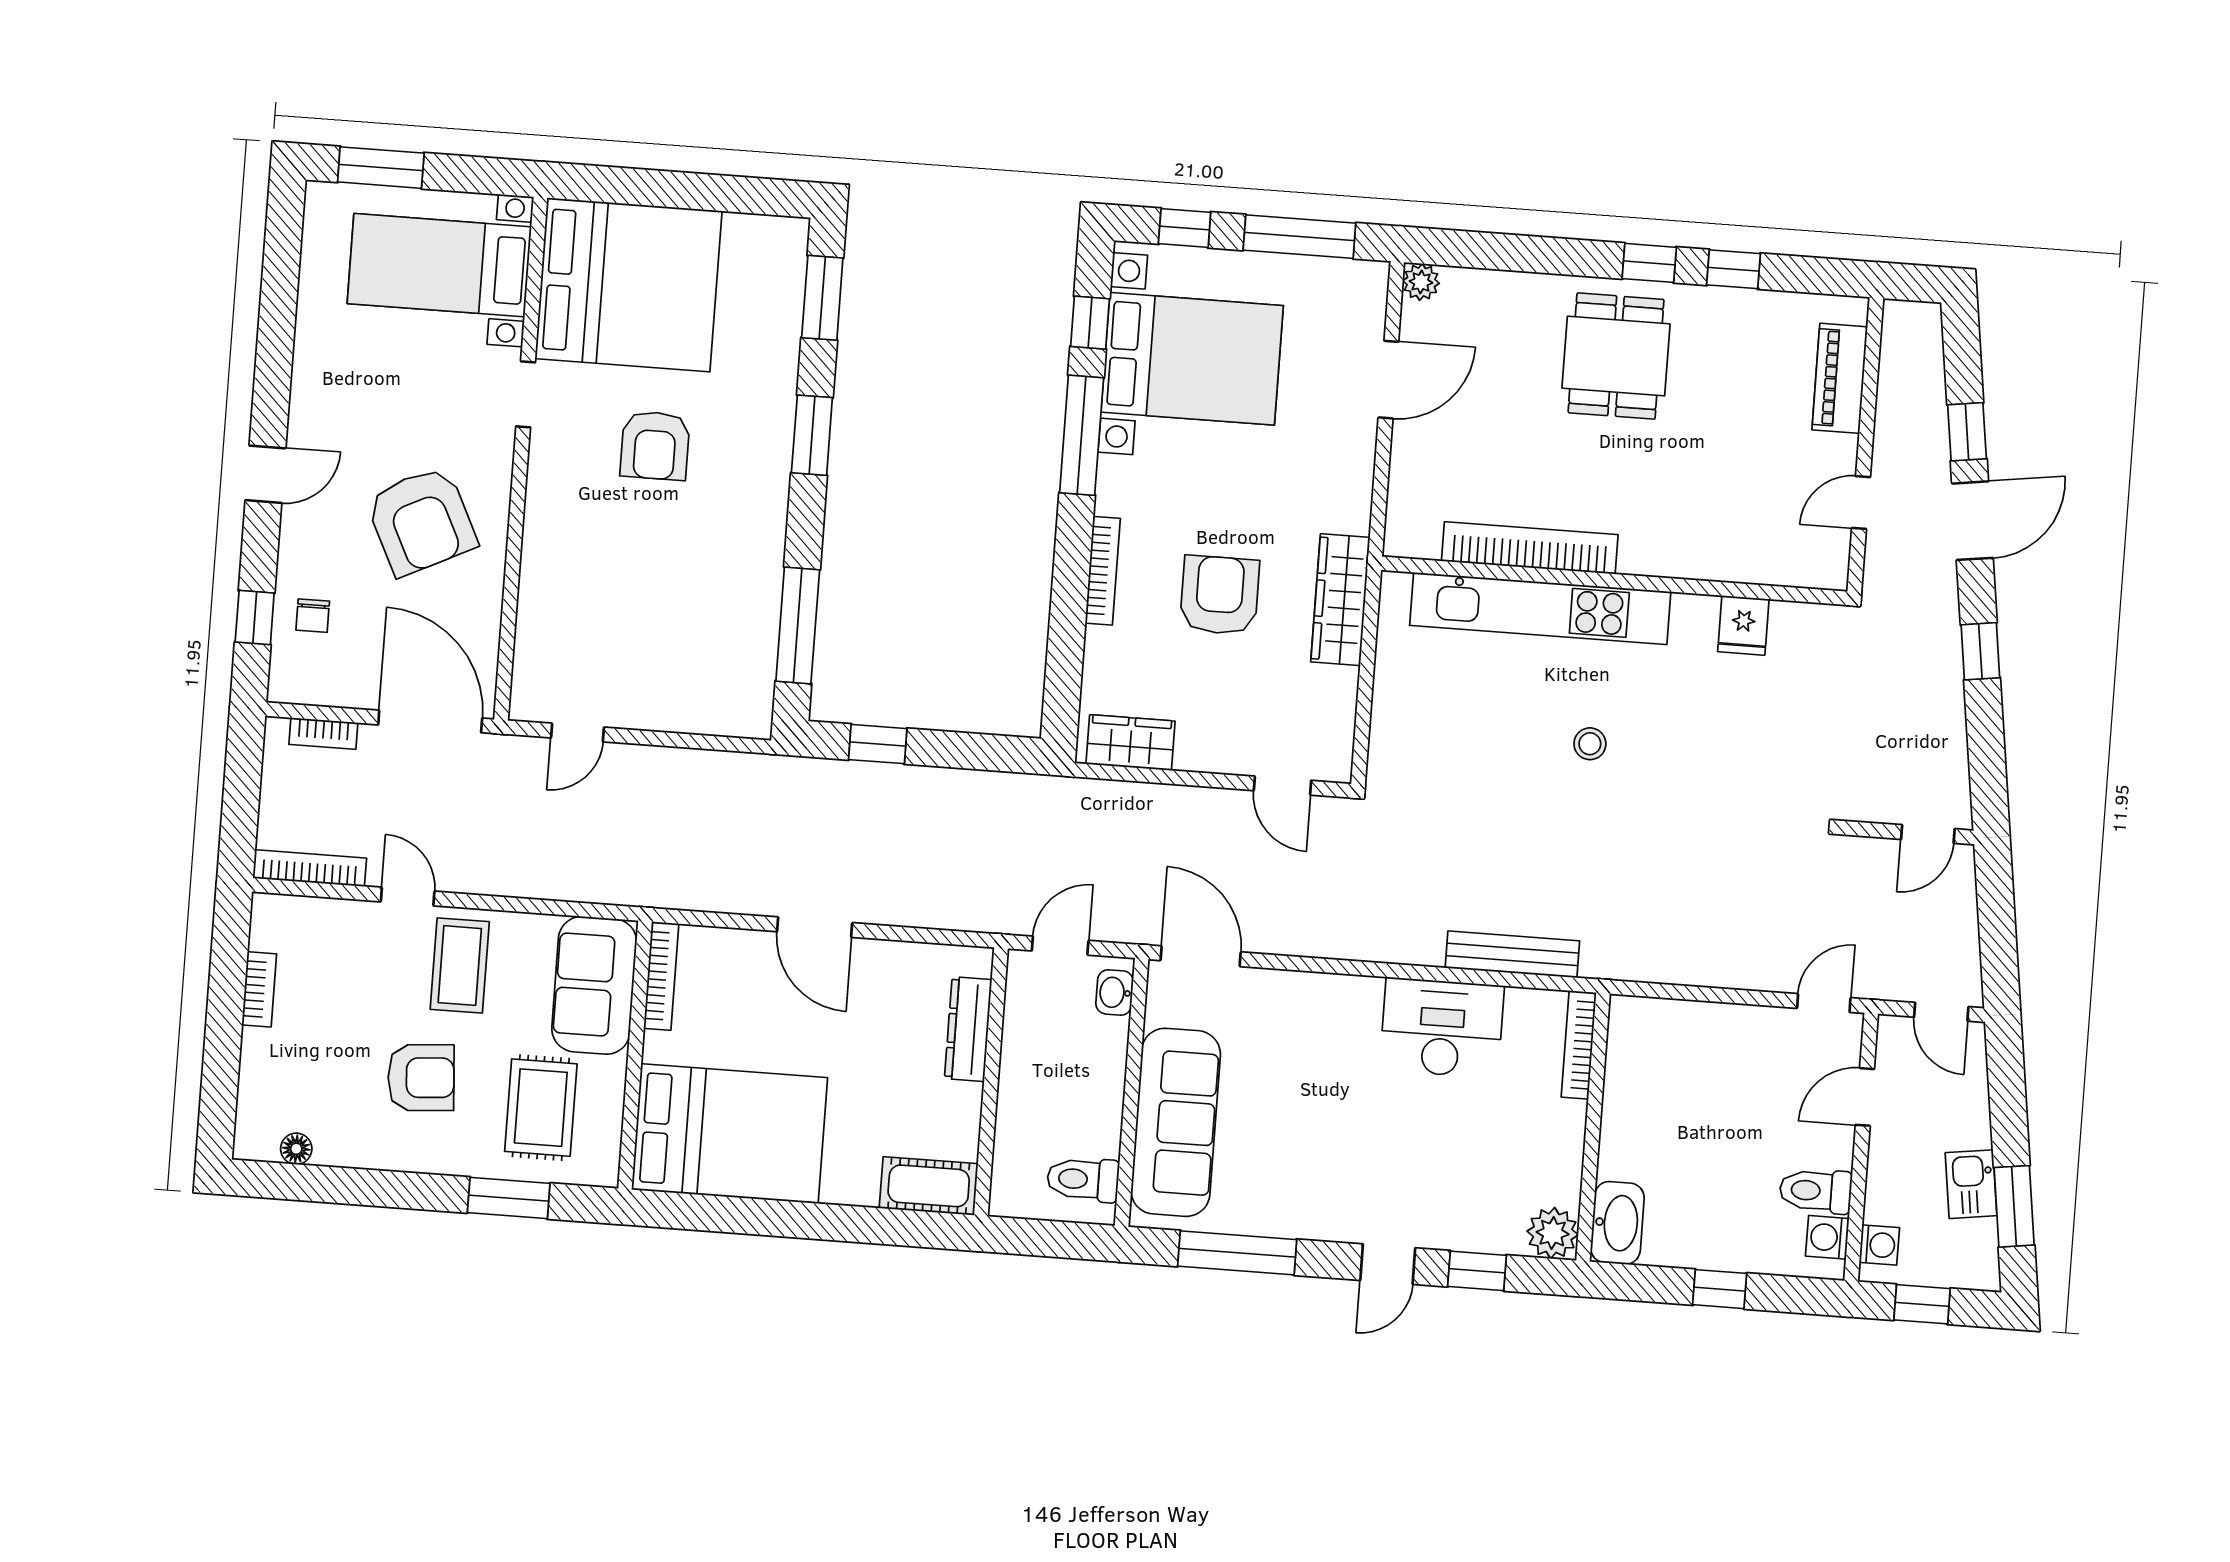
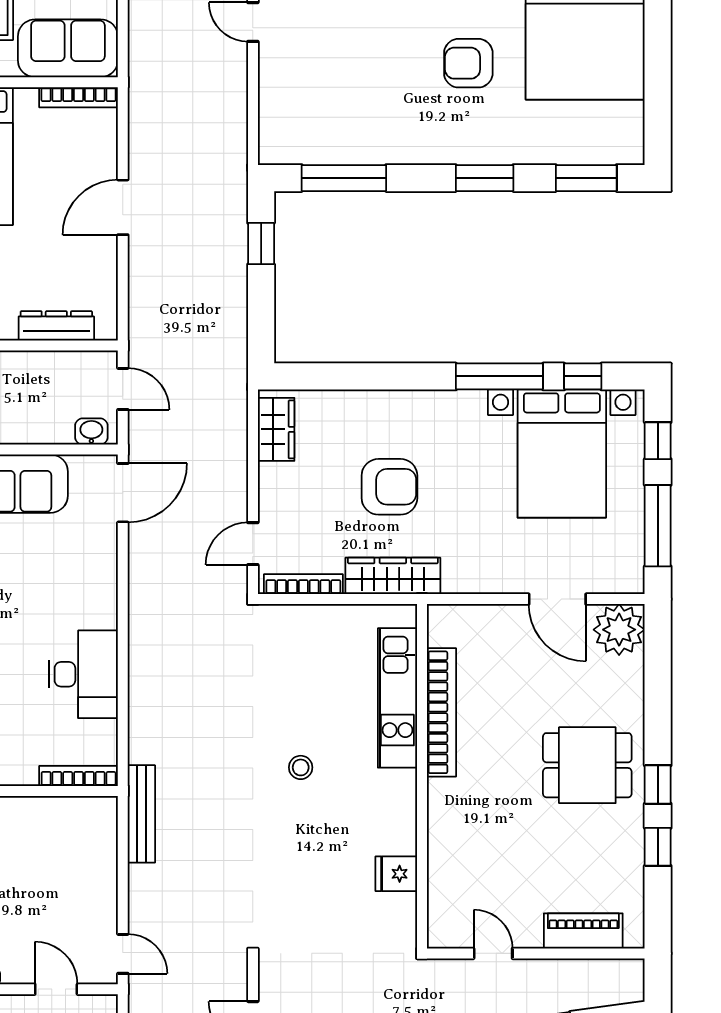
plant: (1421, 282) -> (619, 630), width x1.88, depth x1.88
bookcase: (1103, 571) -> (303, 584), moved, turned 180
kitchen unit: (1540, 608) -> (397, 698), width x0.73
bench: (1512, 954) -> (141, 814), moved

